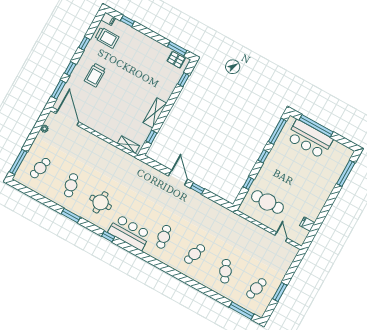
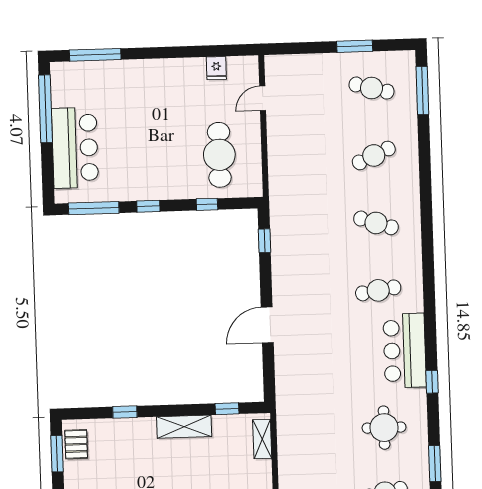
window: (183, 80) -> (125, 412), moved
window: (316, 126) -> (46, 109), moved
window: (197, 188) -> (265, 241), moved

